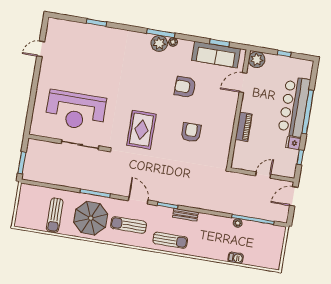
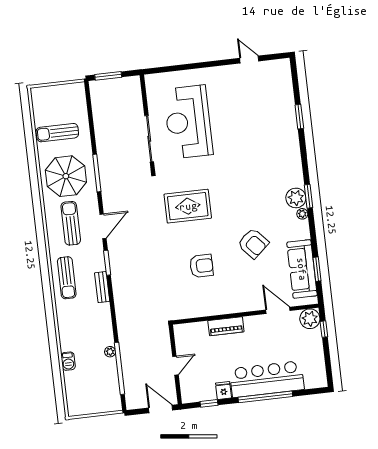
window: (161, 33) -> (309, 196), width x0.69
window: (284, 54) -> (324, 329), moved
armchair: (185, 87) -> (253, 243), turned 138
door: (263, 175) -> (175, 366), hinge flipped

